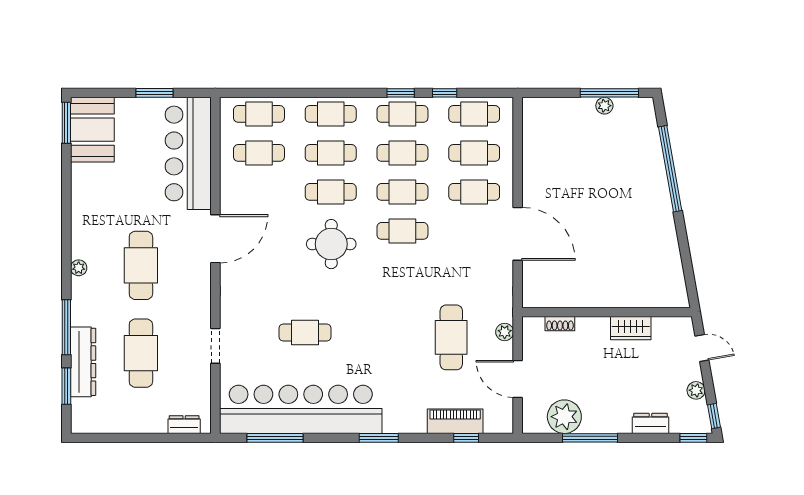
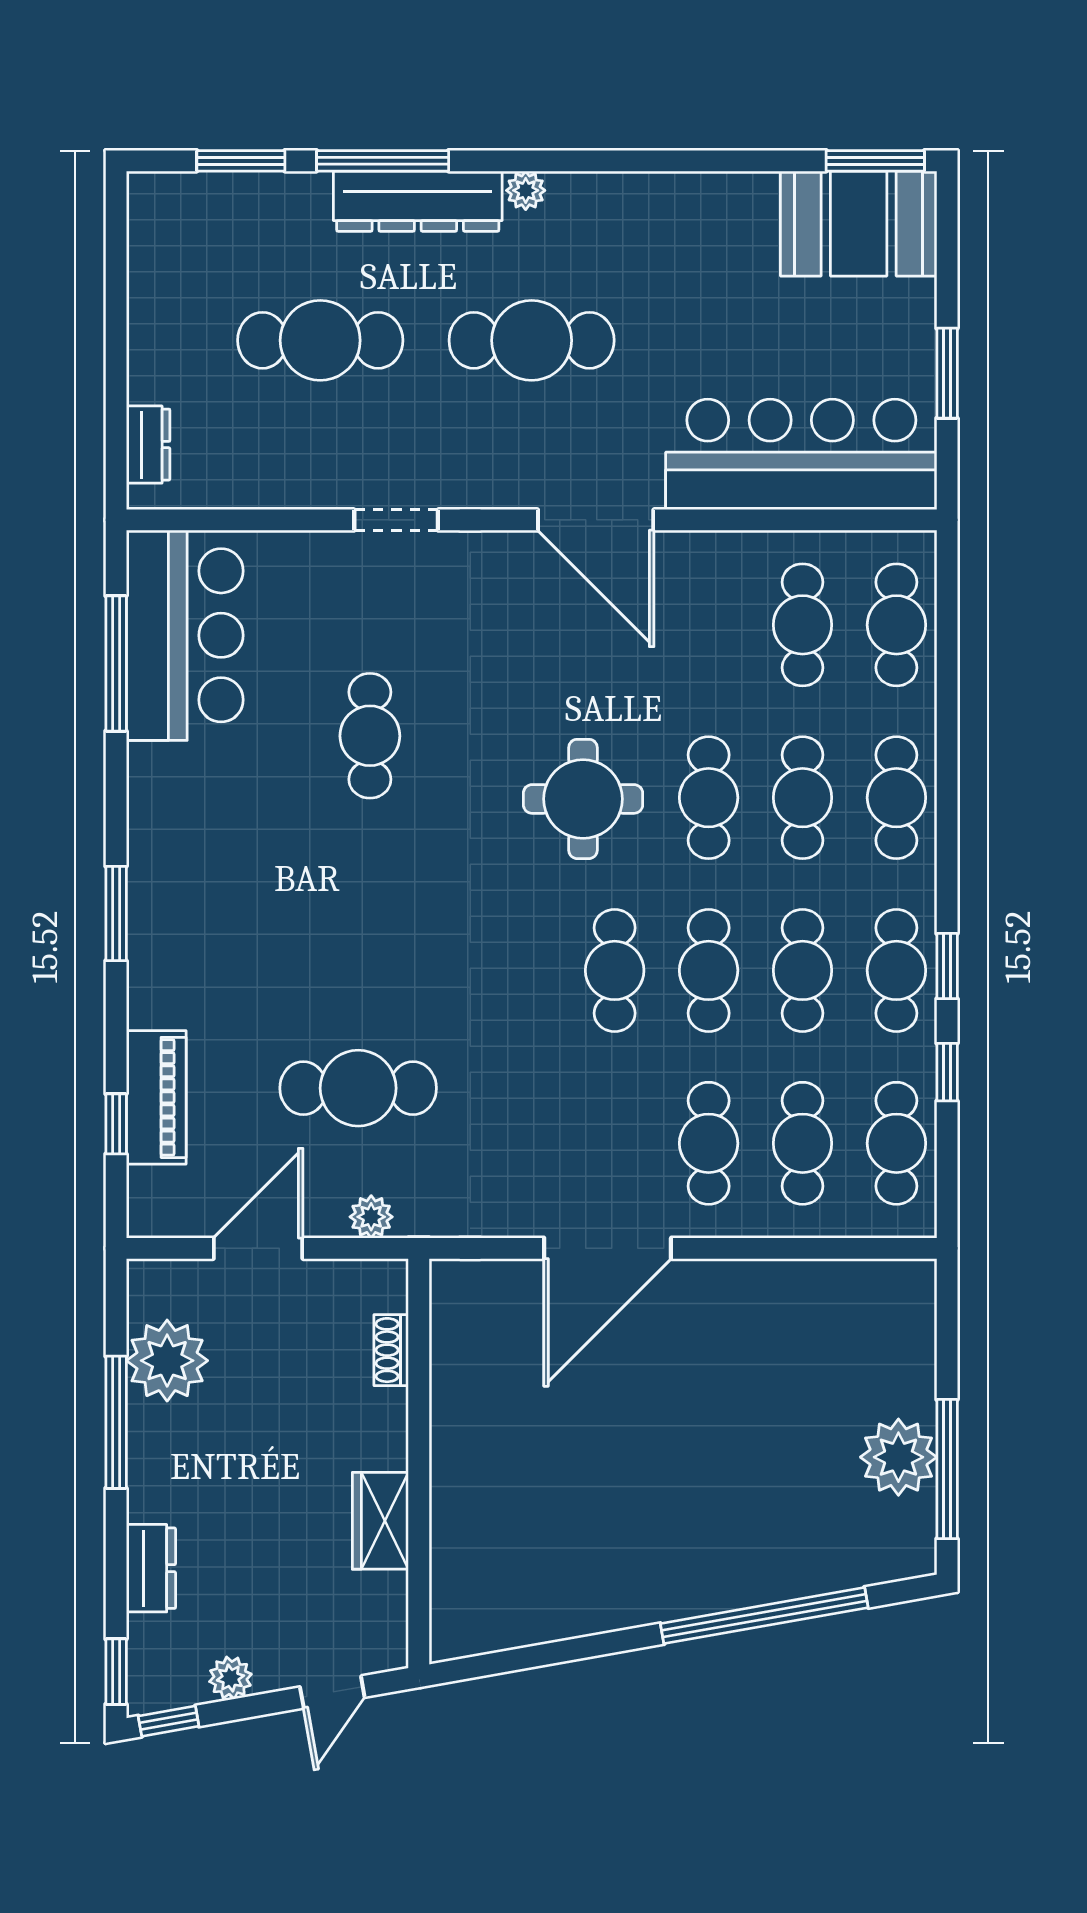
plant: (604, 106) -> (898, 1457), width x1.88, depth x1.88
doorway: (215, 346) -> (396, 520), moved
dresser: (83, 362) -> (418, 201), moved
bar counter: (301, 409) -> (185, 635), width x0.54

